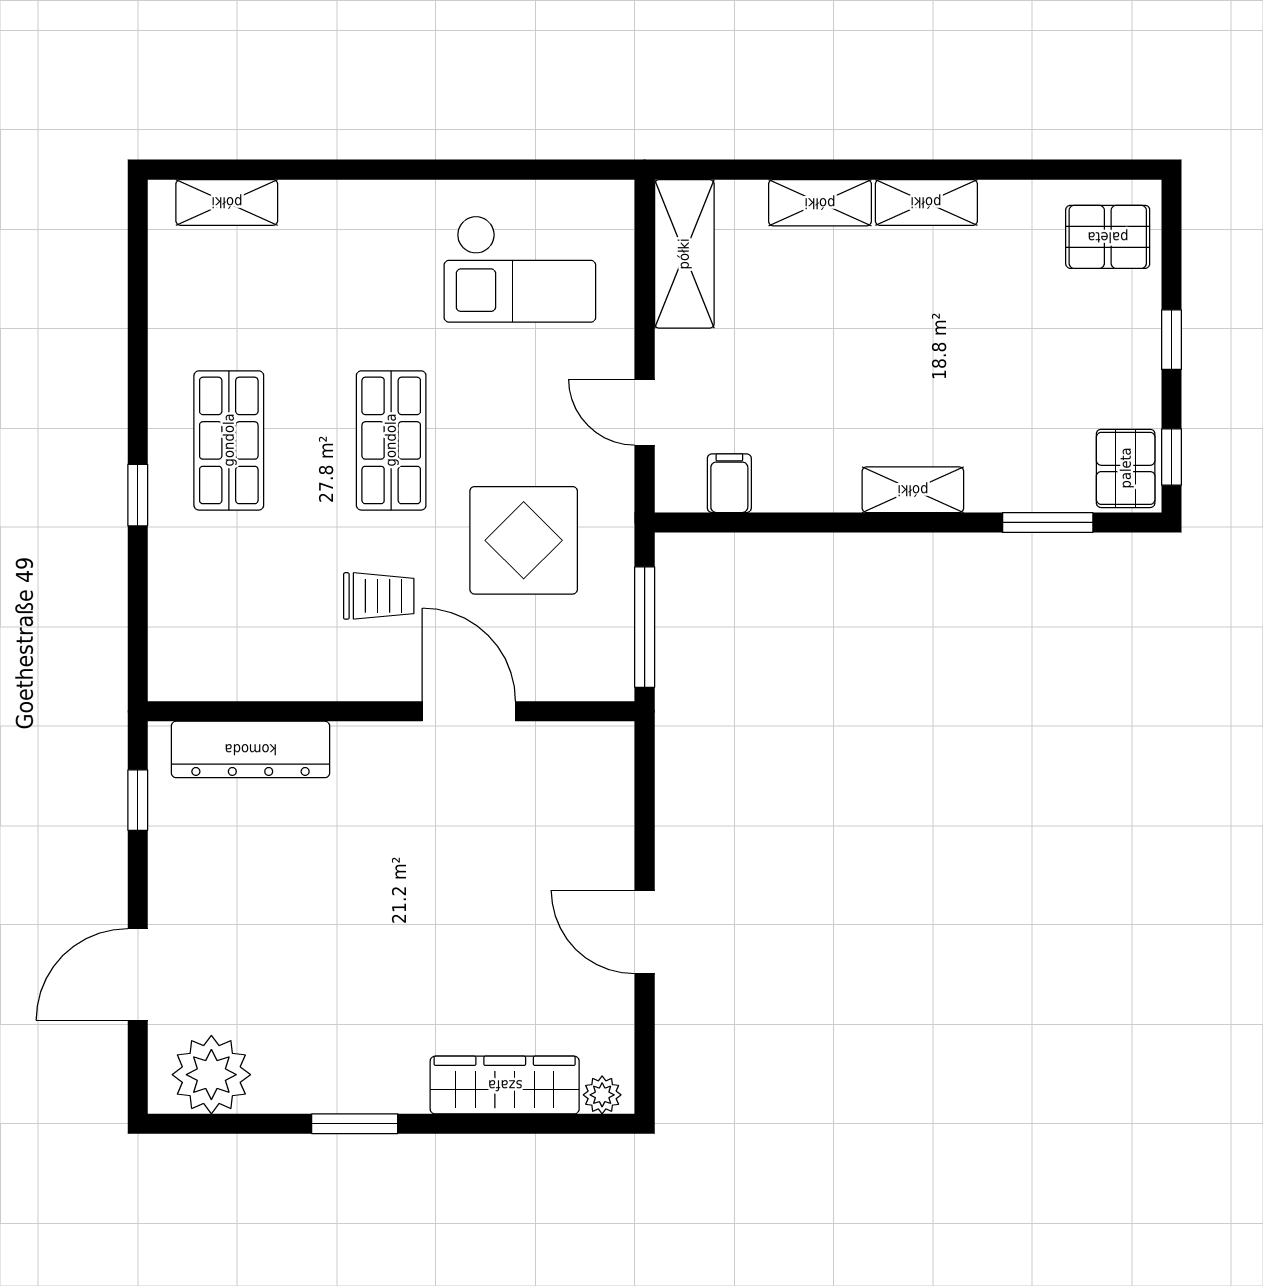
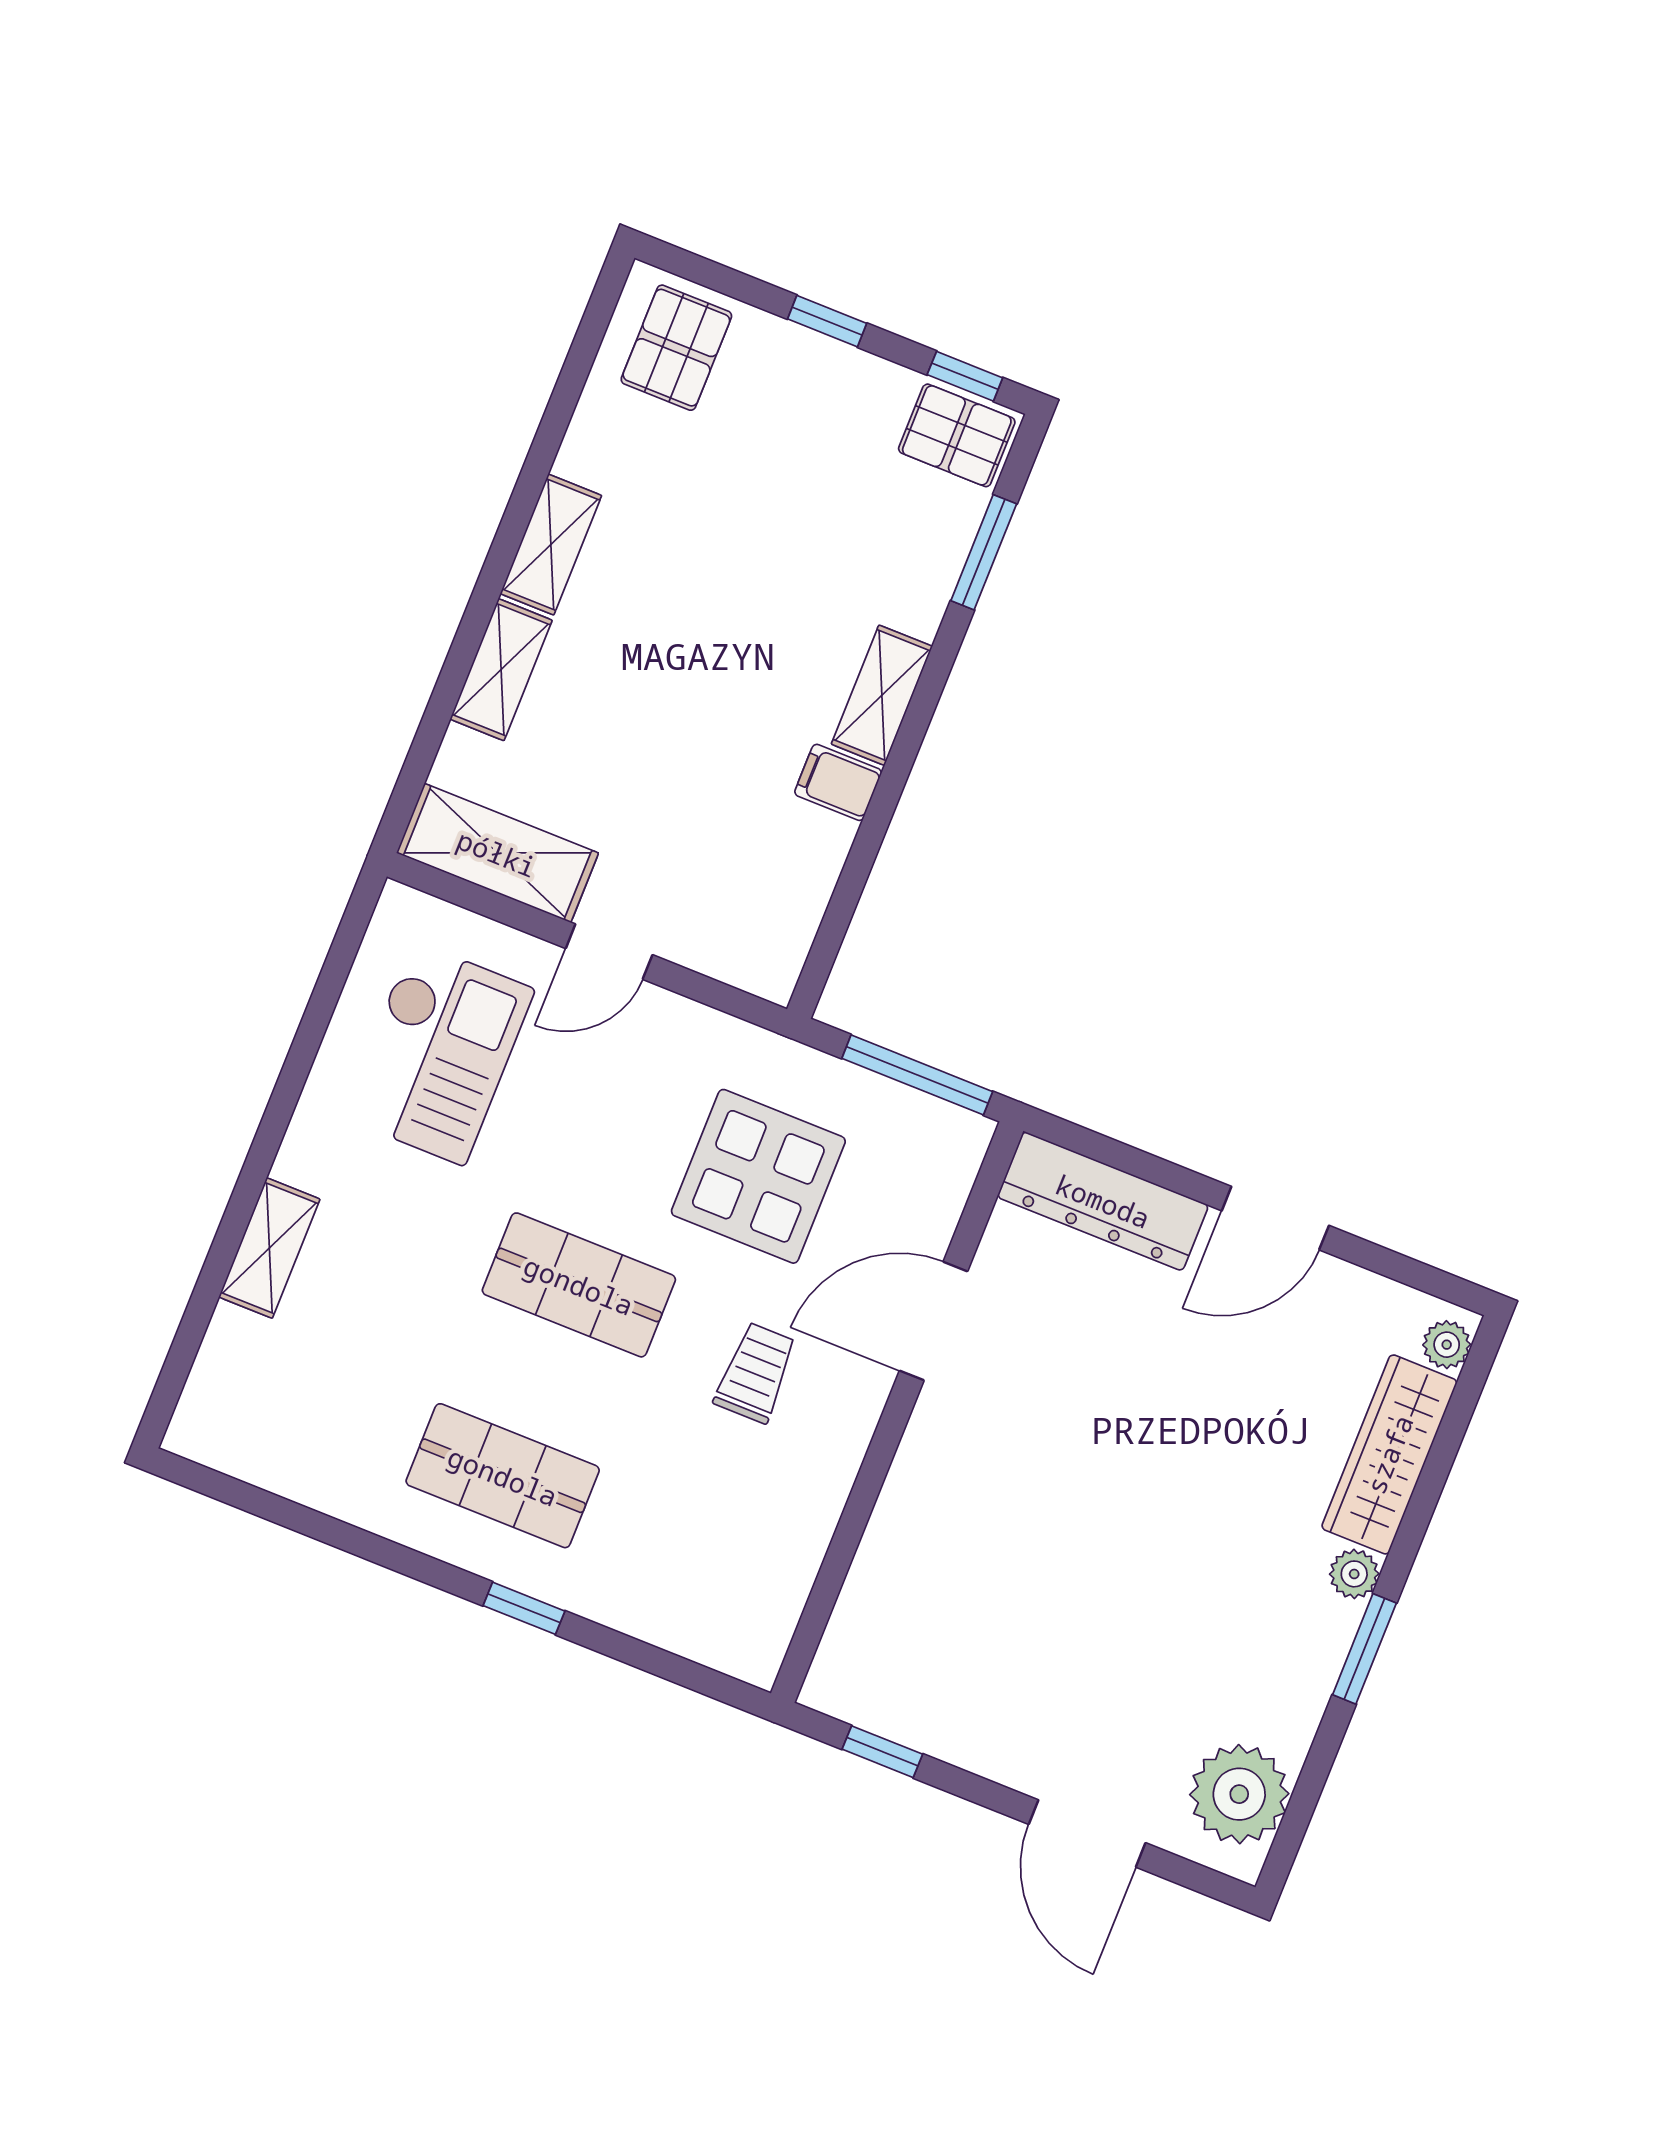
shelving: (227, 202) -> (269, 1248), moved
door: (645, 412) -> (609, 952), moved
filing cabinet: (729, 483) -> (838, 782), moved
dresser: (251, 749) -> (1103, 1201), moved, turned 90
plant: (407, 1094) -> (1354, 1574), added

